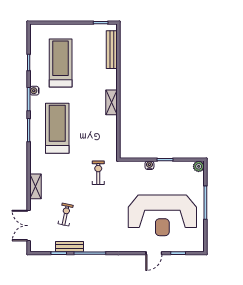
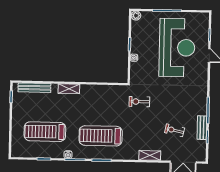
shelving: (111, 102) -> (69, 89), moved

